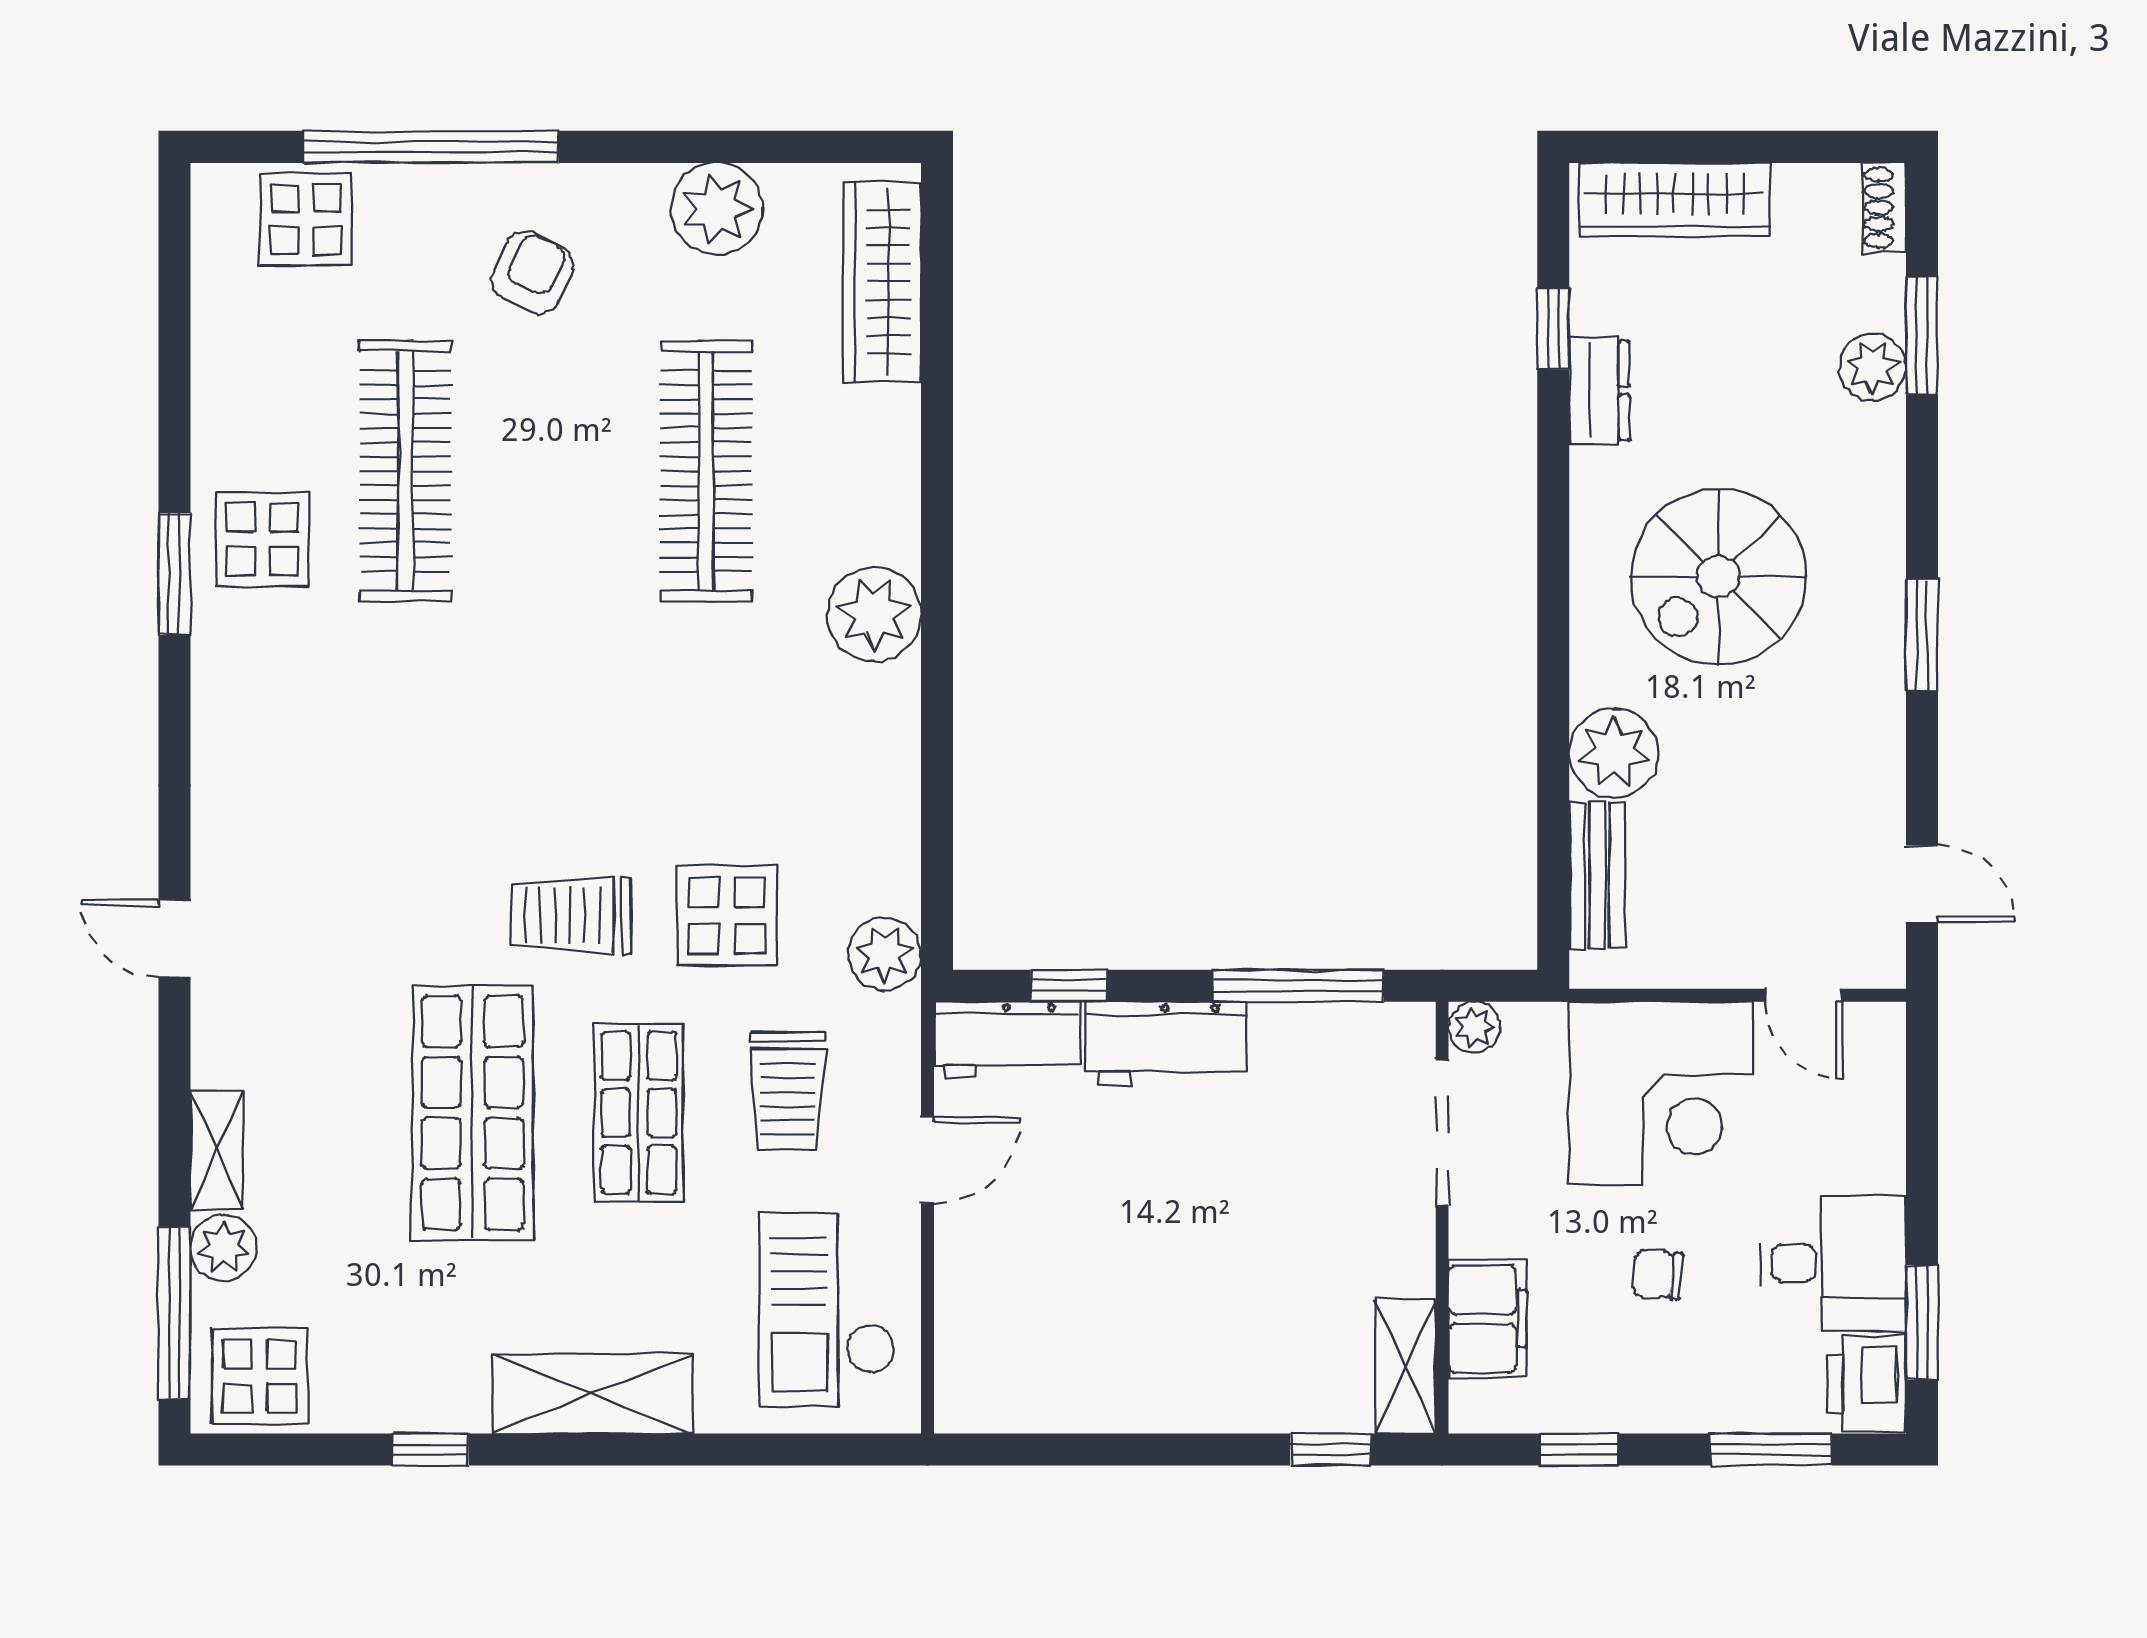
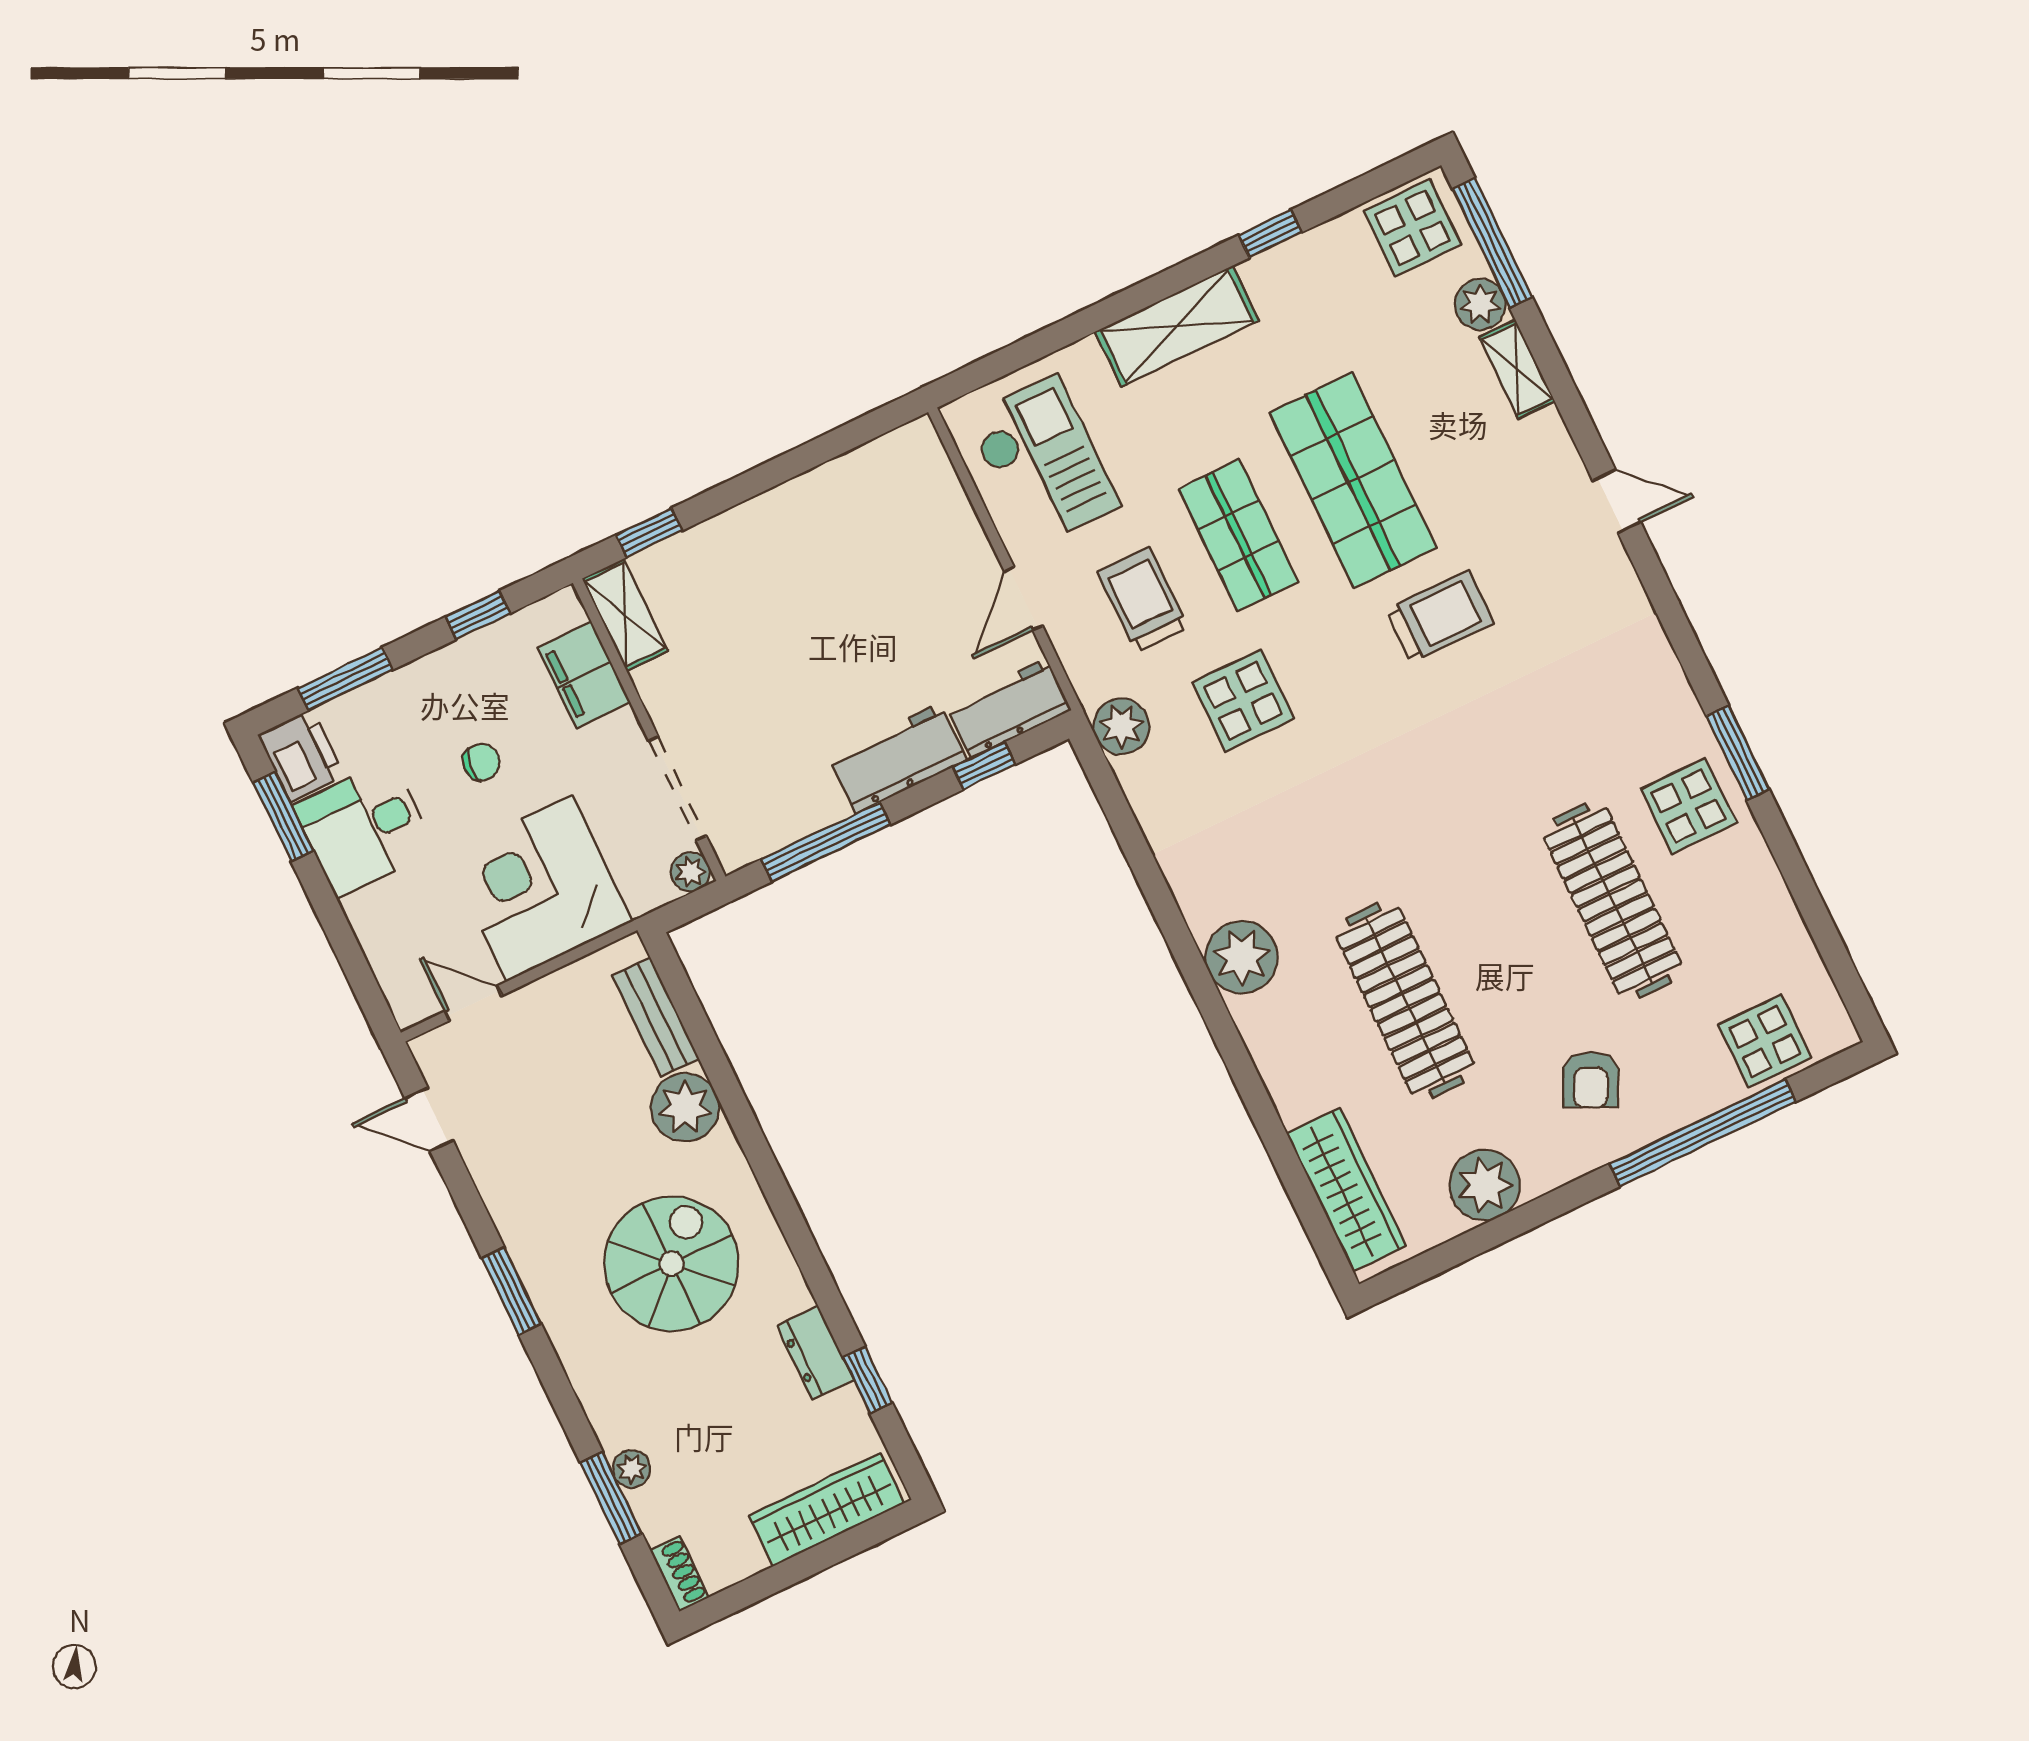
plant: (1872, 367) -> (631, 1469), width x0.73, depth x0.73
trolley: (571, 915) -> (1440, 616), moved

